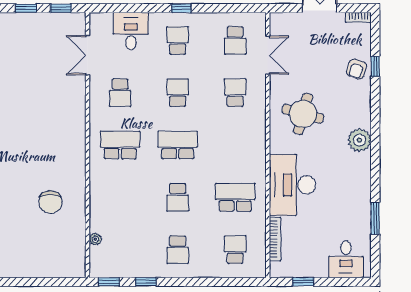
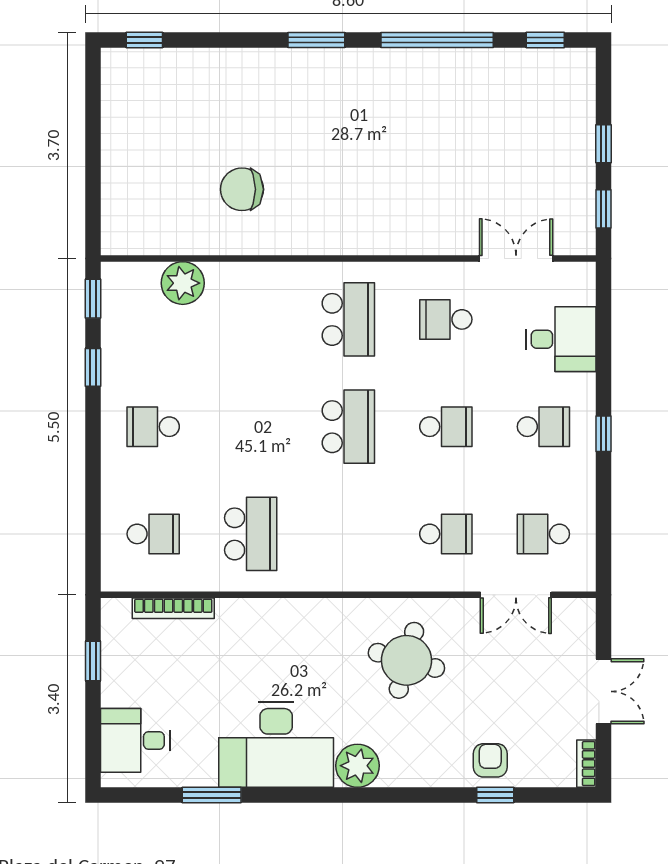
armchair: (357, 69) -> (490, 760), turned 72
desk: (292, 185) -> (276, 744), moved, turned 180
school desk: (178, 197) -> (251, 427), removed
plant: (95, 239) -> (183, 283), width x1.88, depth x1.88

